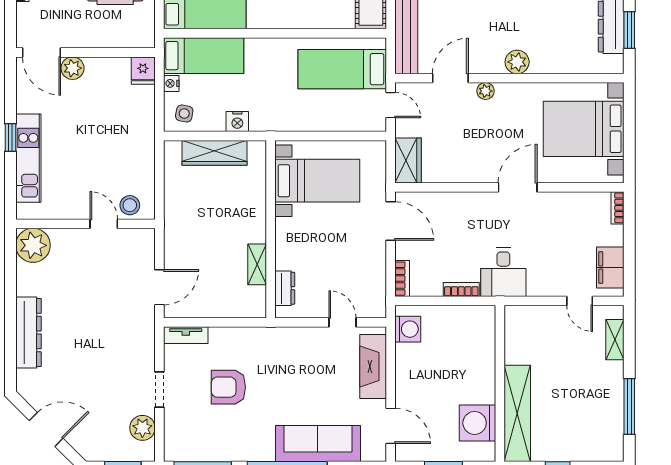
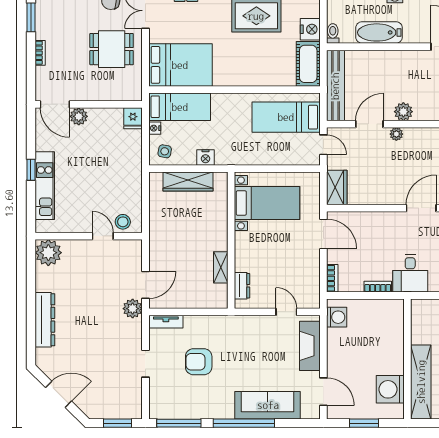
plant: (517, 62) -> (403, 112), moved
plant: (142, 428) -> (133, 309), moved

